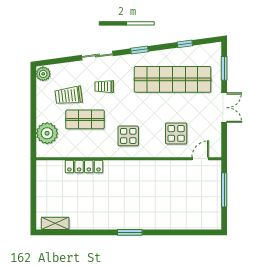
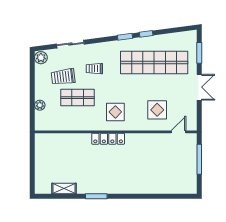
window: (185, 44) -> (146, 34), moved
sliding door: (97, 56) -> (70, 44), moved
plant: (47, 133) -> (40, 105), width x0.53, depth x0.53
locker: (84, 166) -> (108, 139), moved
shelving: (55, 223) -> (64, 189), moved
window: (130, 232) -> (96, 196), moved

